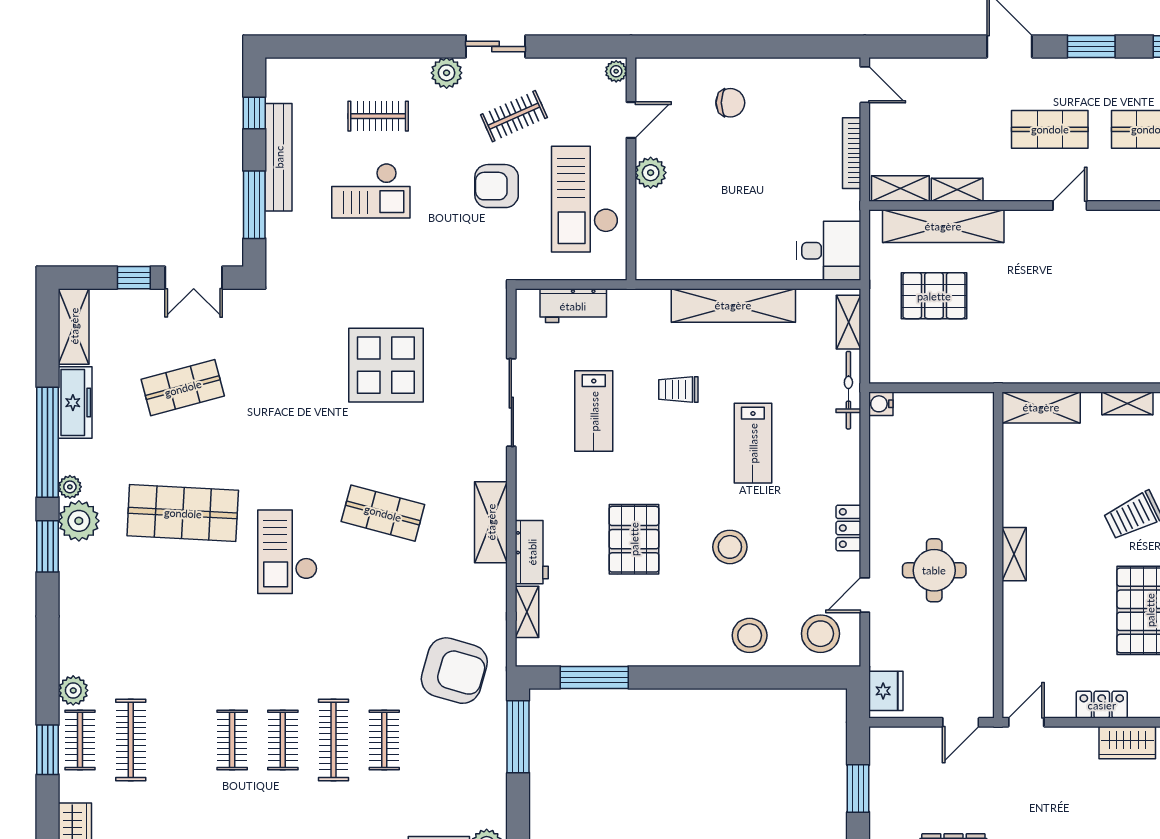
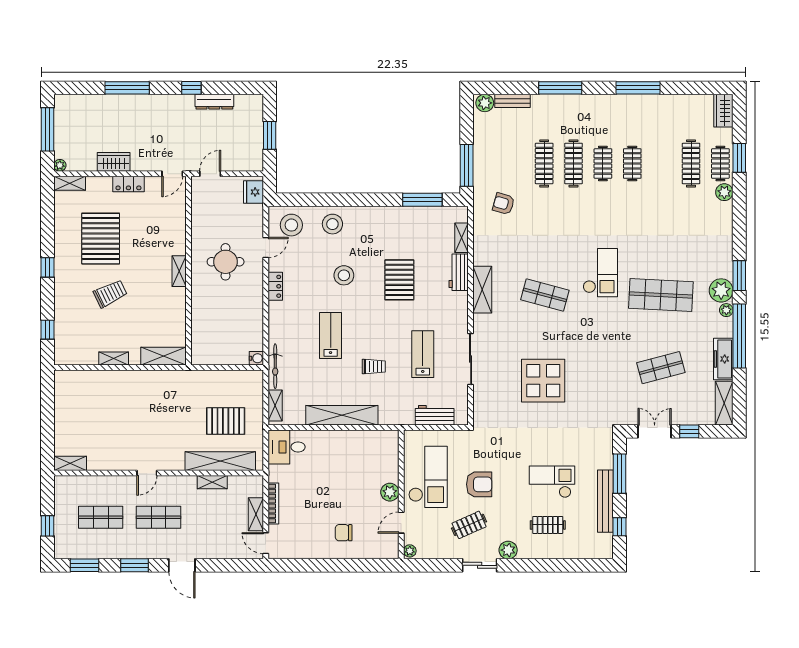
shelving: (900, 189) -> (256, 514), moved, turned 90
armchair: (454, 671) -> (504, 204), width x0.53, depth x0.53
clothes rail: (384, 740) -> (544, 163), width x1.36

